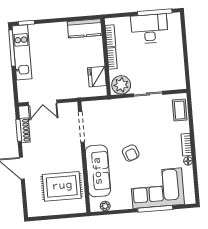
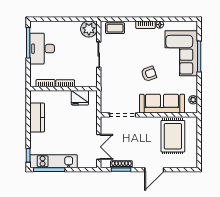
kitchen counter: (85, 28) -> (37, 118), moved
plant: (121, 85) -> (89, 29), moved

